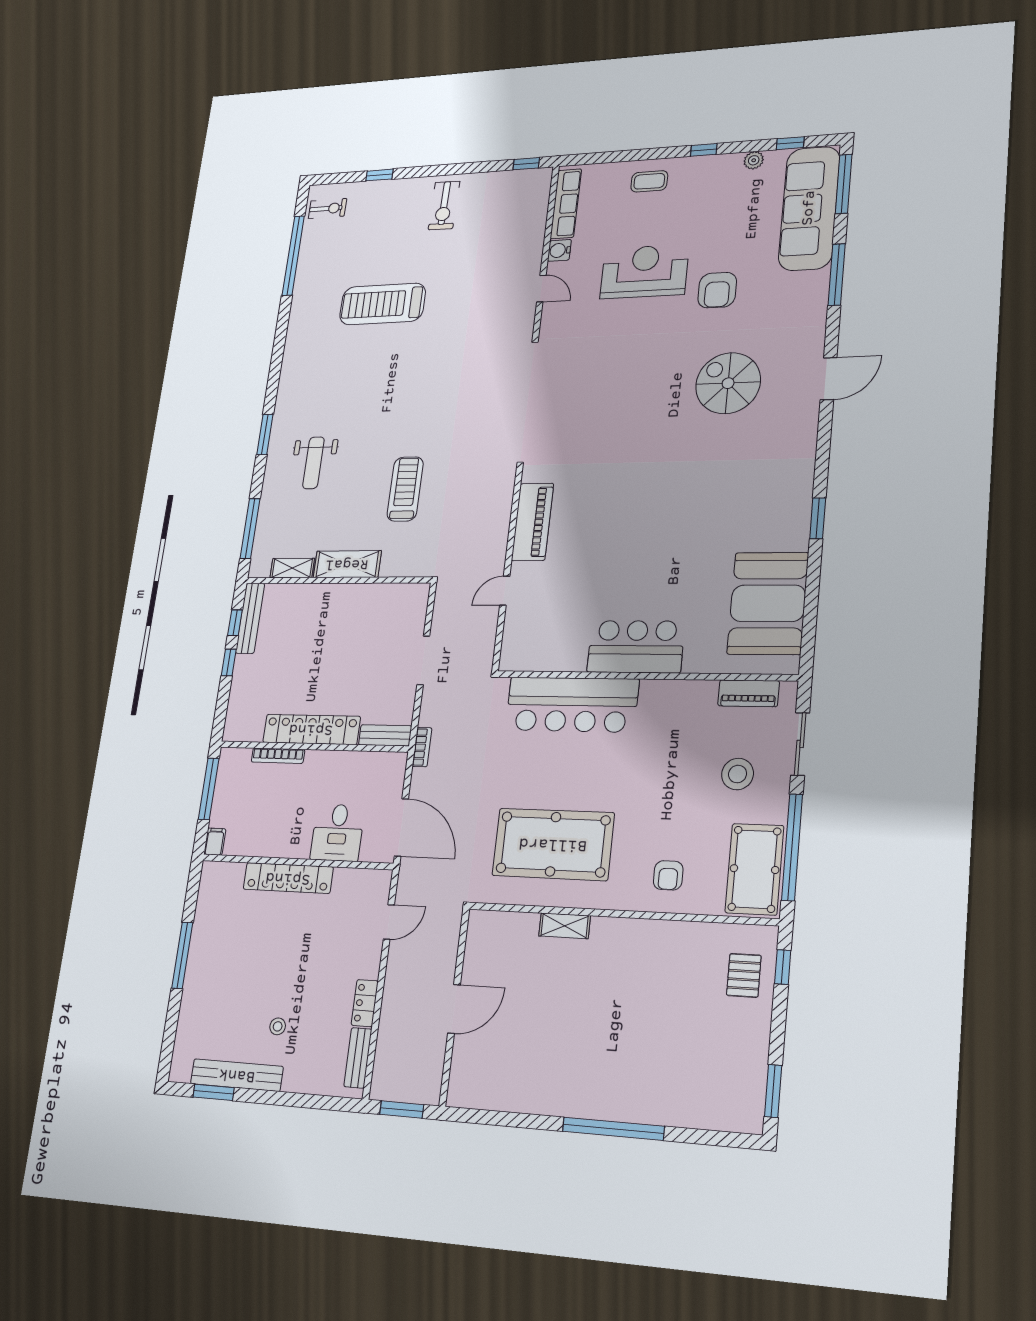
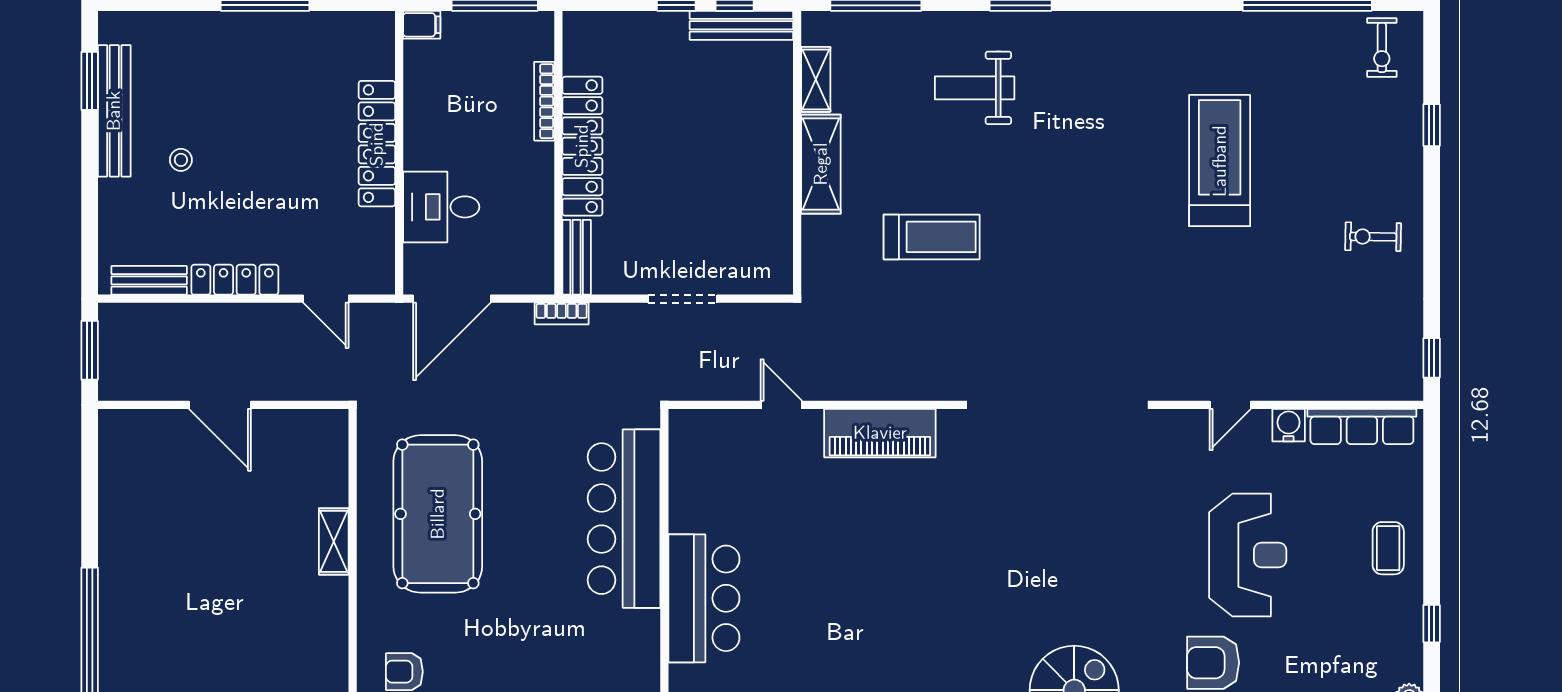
exercise bike: (444, 205) -> (1373, 237), width x0.73, depth x0.72
locker: (365, 1003) -> (235, 280), width x1.53

